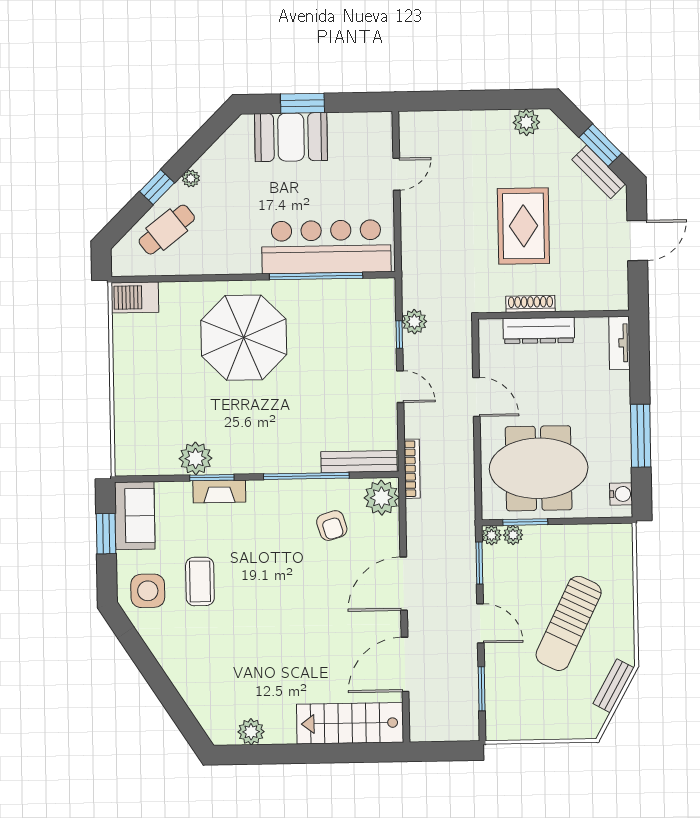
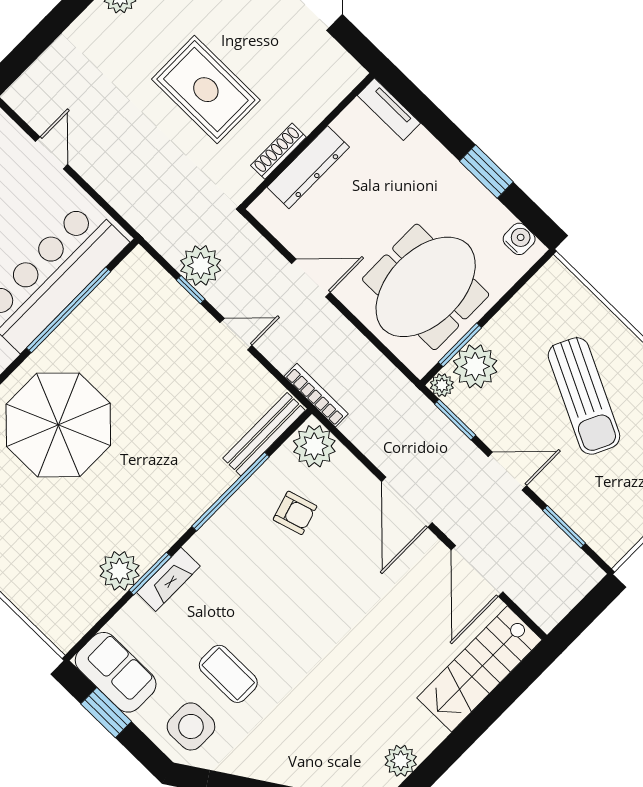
plant: (414, 322) -> (201, 265), width x1.36, depth x1.36
window: (641, 436) -> (486, 172), width x0.69
plant: (513, 535) -> (475, 366), width x1.88, depth x1.88

